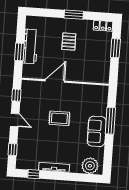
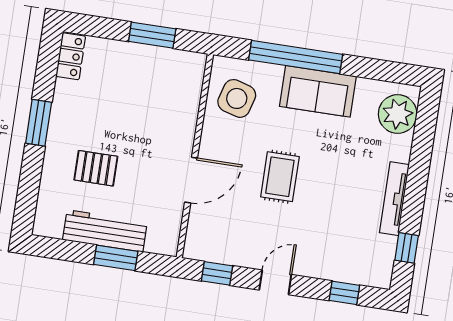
pallet: (69, 42) -> (96, 168), moved
window: (115, 48) -> (152, 35), moved
door: (55, 81) -> (191, 180), swing flipped
side table: (91, 97) -> (237, 98), added
window: (110, 121) -> (296, 57), width x1.46

